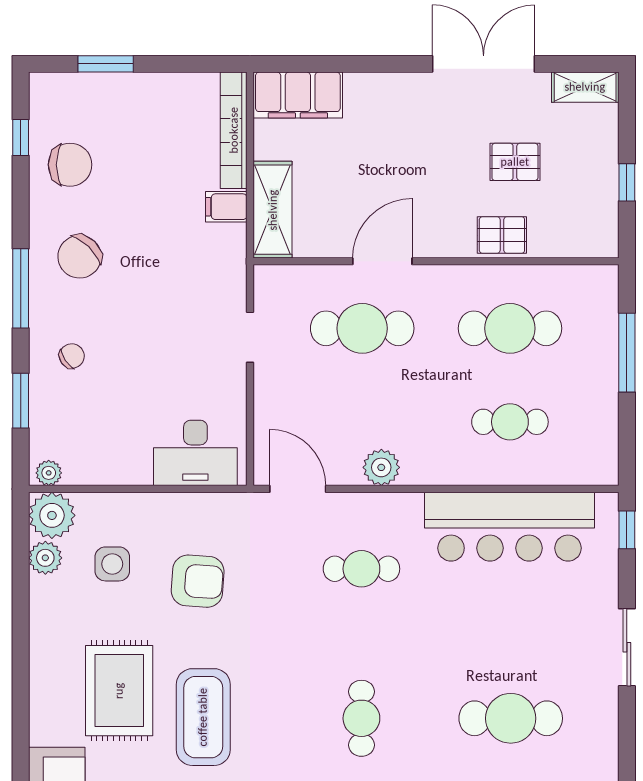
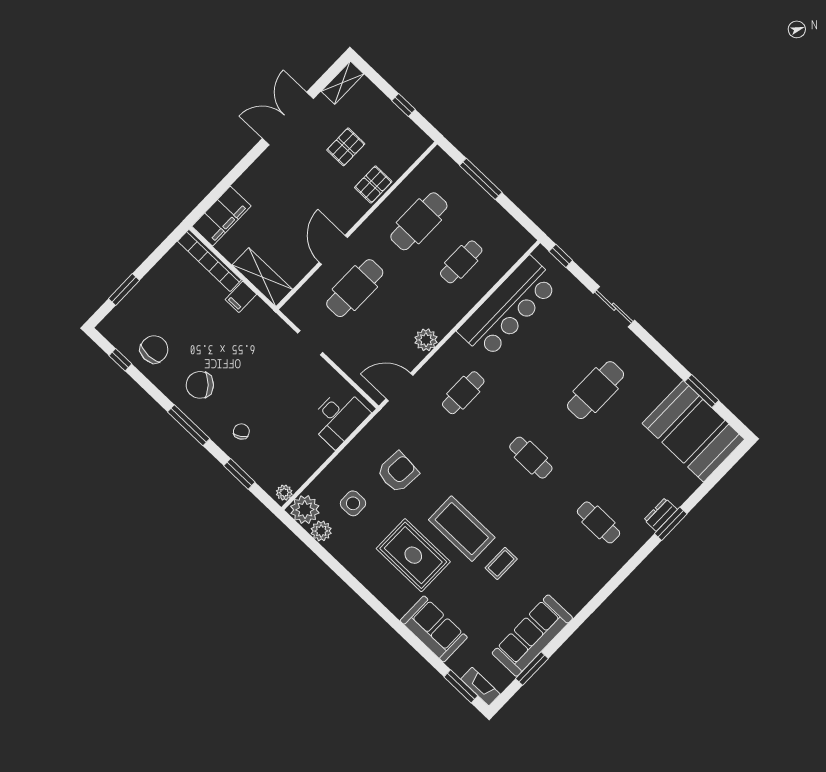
chair: (80, 257) -> (200, 385), turned 93

